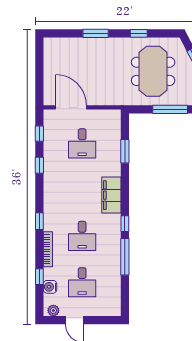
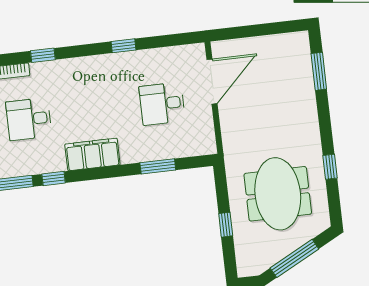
window: (96, 33) -> (319, 71), moved
meeting table: (153, 71) -> (278, 194), turned 90
window: (170, 109) -> (226, 225), width x0.46
window: (39, 134) -> (169, 41), removed

